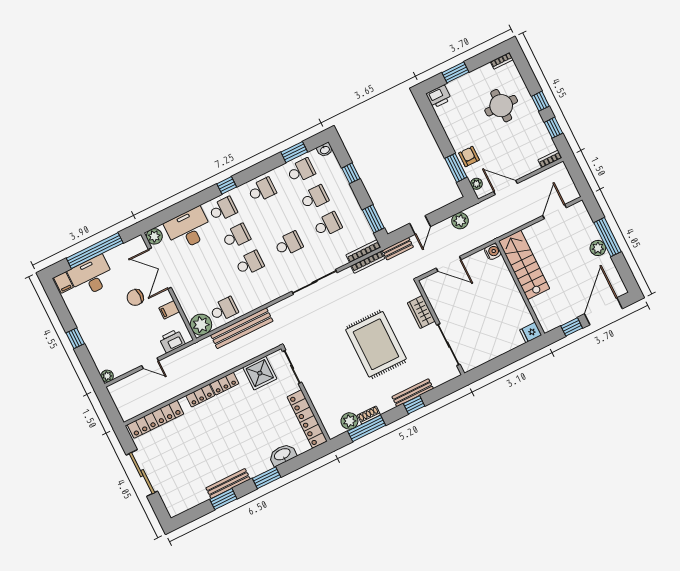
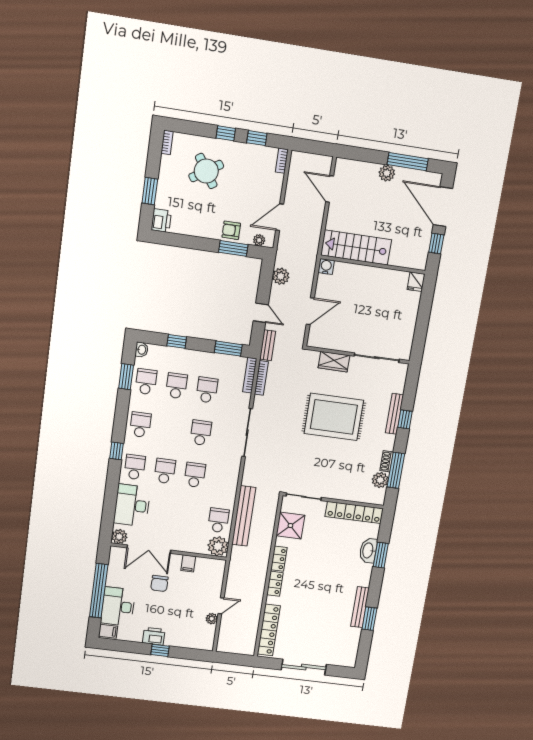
round table: (501, 106) -> (206, 171), turned -33
window: (608, 237) -> (408, 162), moved
printer: (172, 341) -> (154, 636), moved, turned 90
plant: (107, 376) -> (212, 619), moved
window: (267, 478) -> (381, 555), moved

